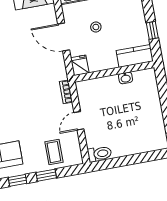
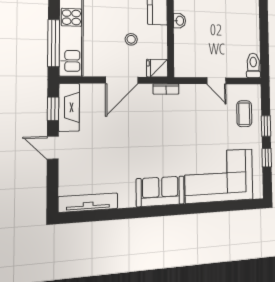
stool: (96, 27) -> (131, 39), moved
bookcase: (66, 92) -> (166, 89), moved
coffee table: (54, 152) -> (244, 114), turned 90

